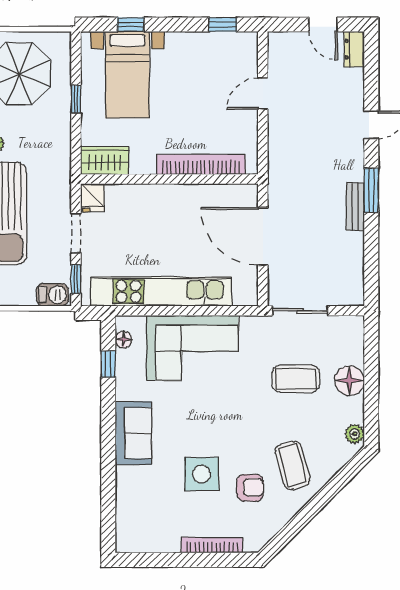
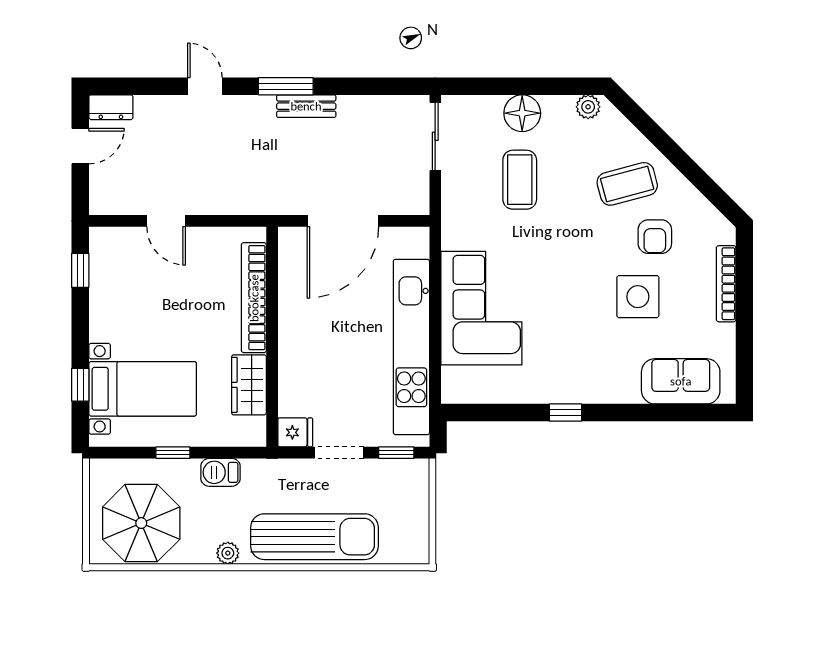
wardrobe: (105, 160) -> (249, 385), moved
barbecue: (52, 295) -> (221, 472), moved, turned -90
sliding door: (300, 311) -> (435, 136), moved
floor lamp: (124, 339) -> (471, 394), removed
window: (108, 364) -> (565, 413), moved
sofa: (133, 433) -> (681, 381), moved
armchair: (250, 488) -> (655, 237), turned 180

